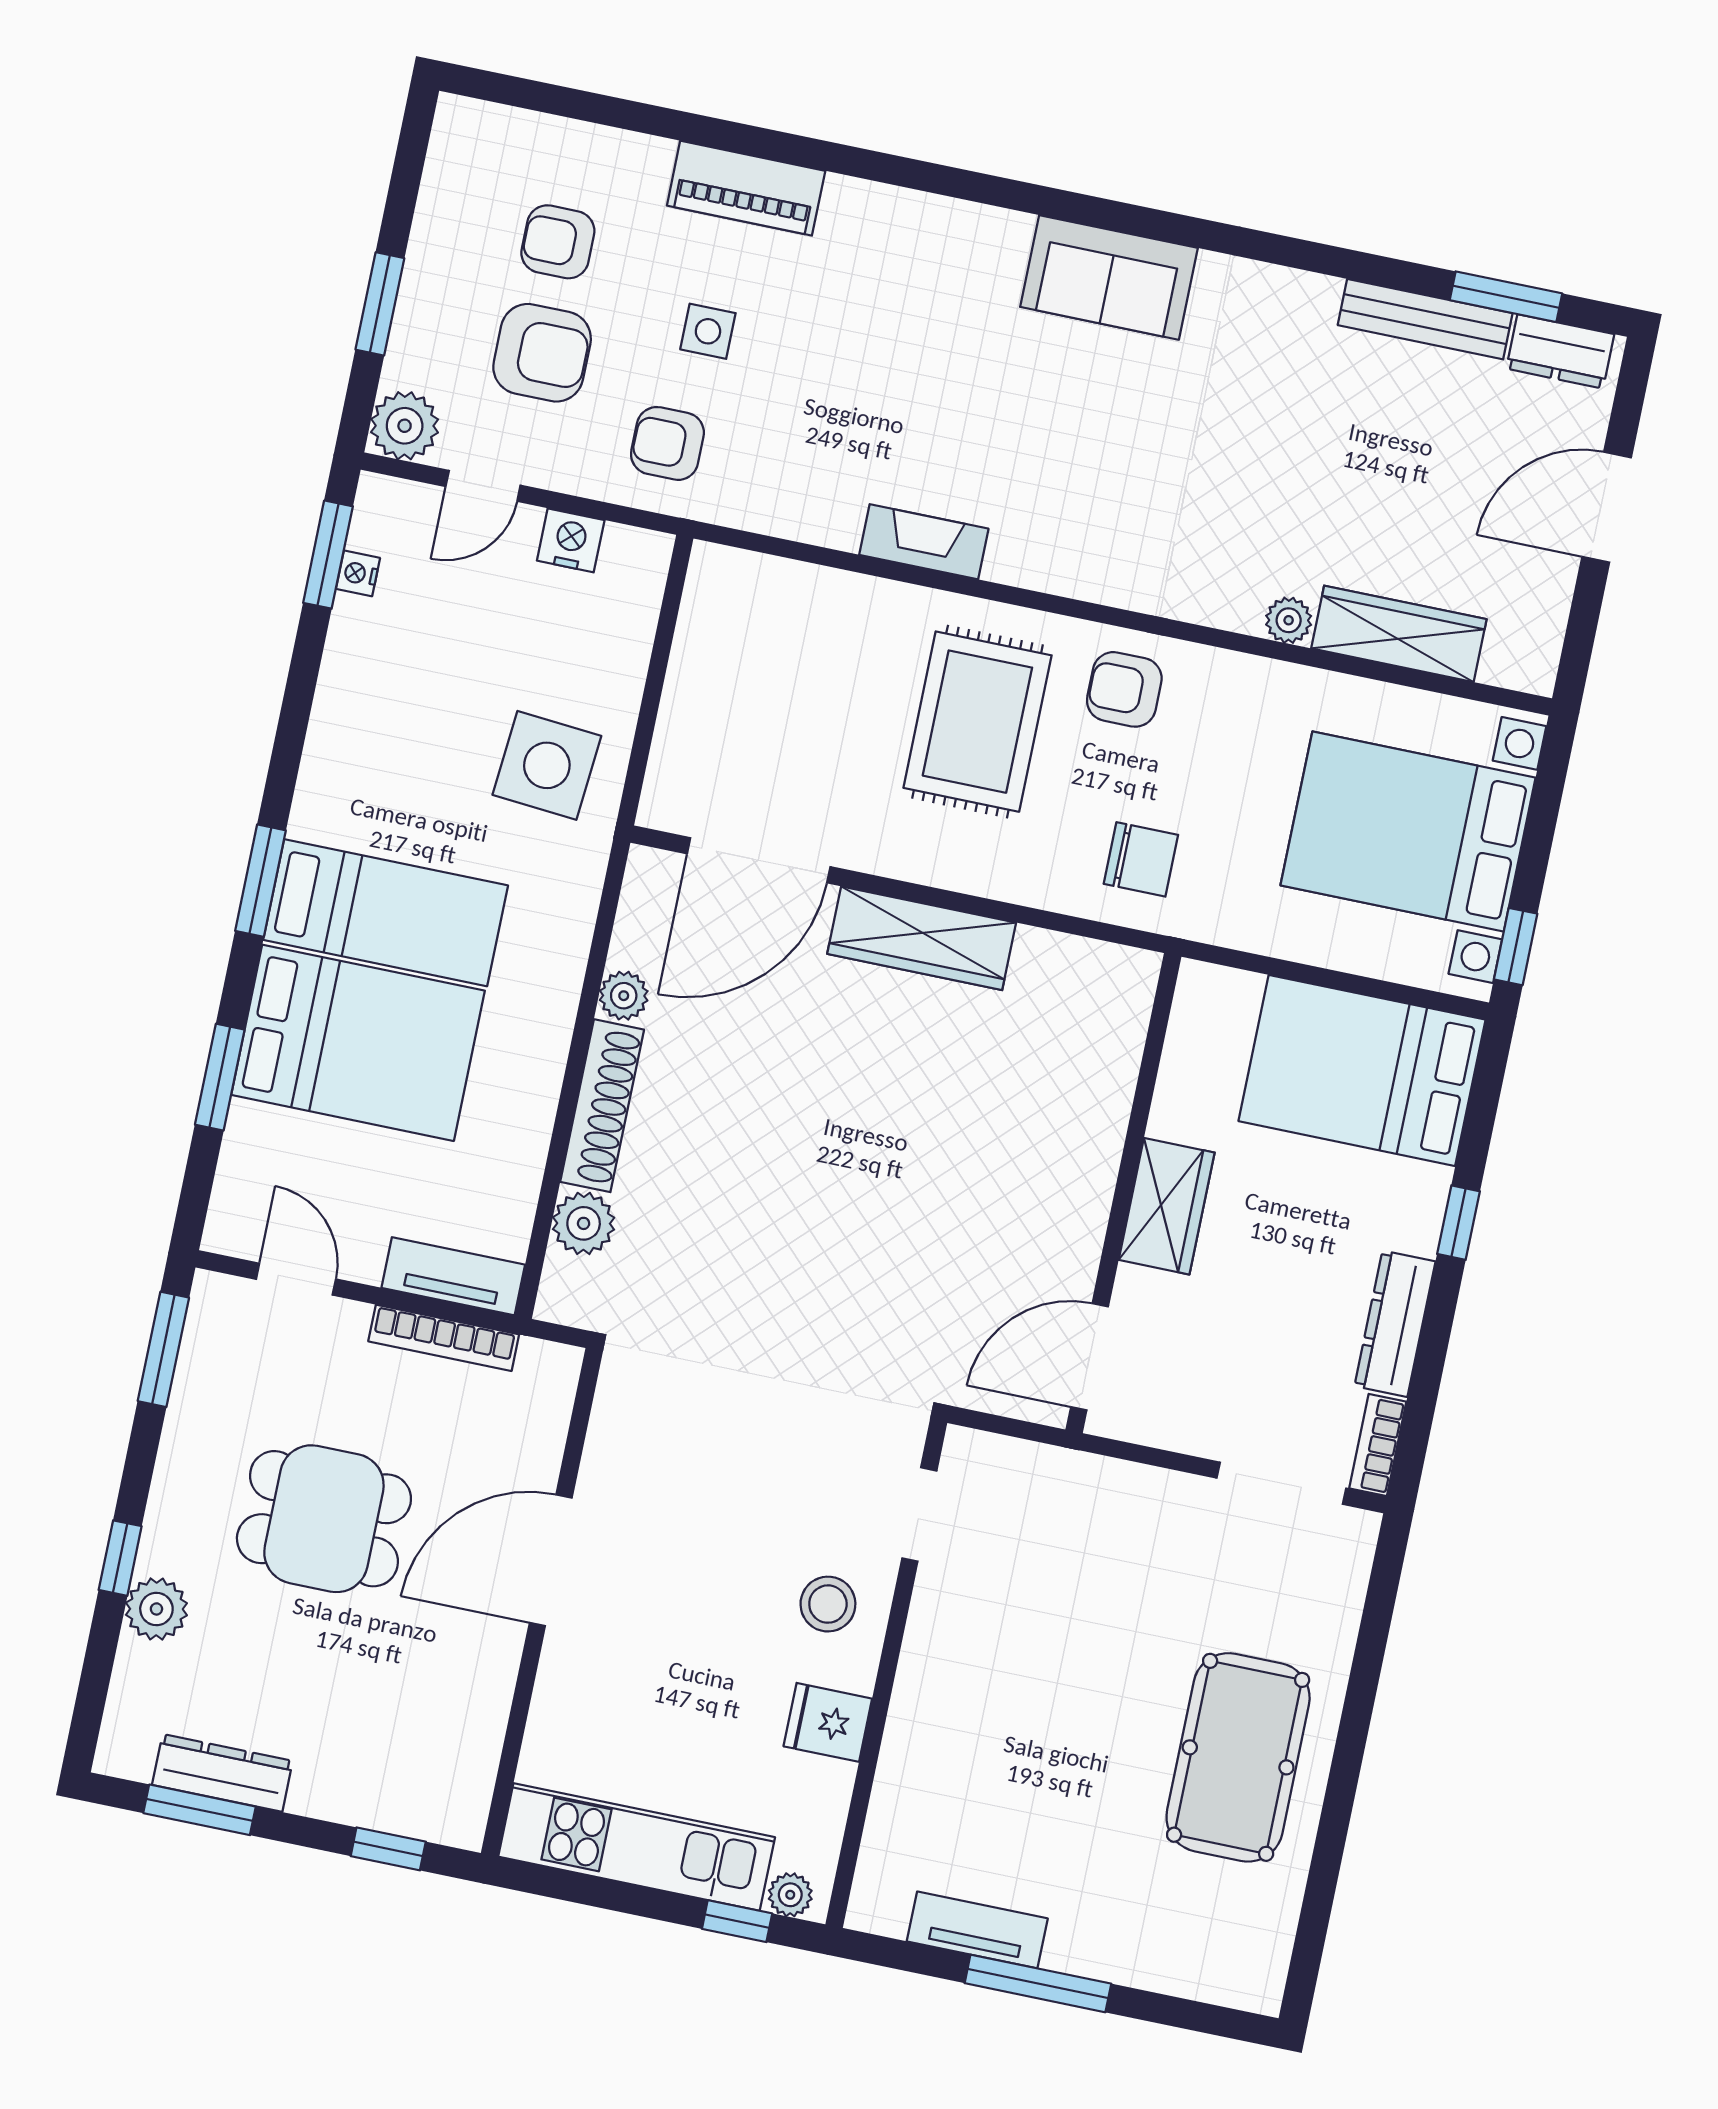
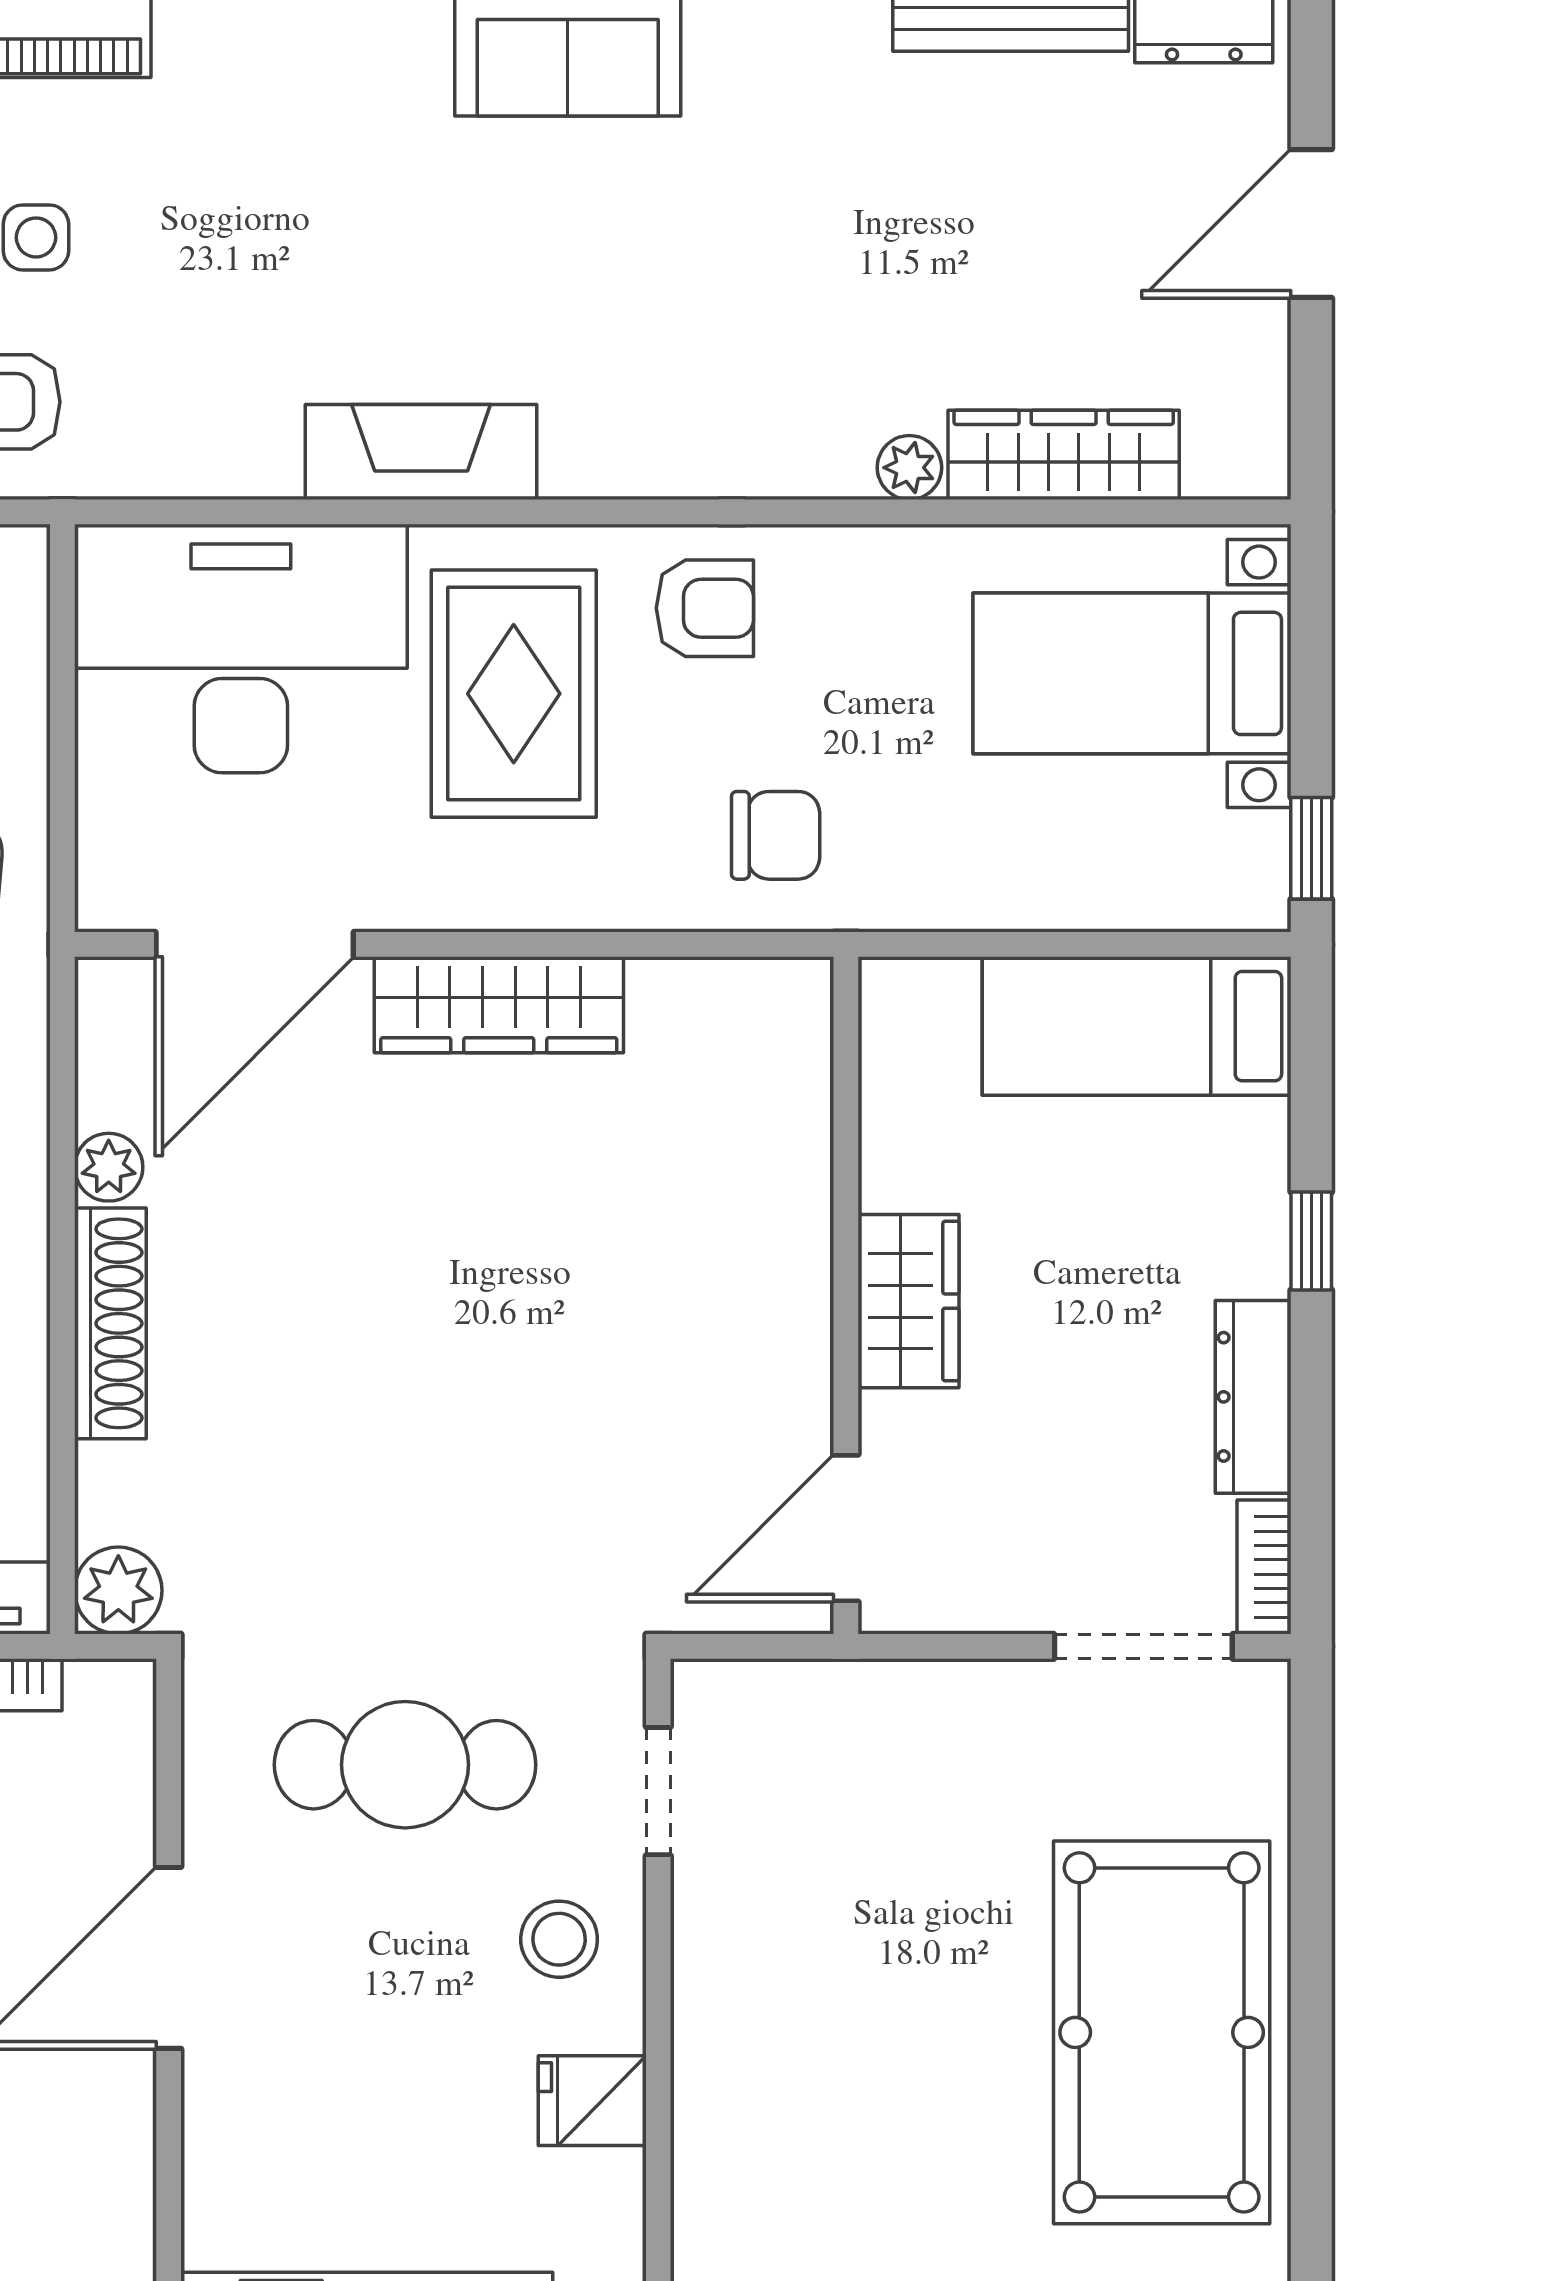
fireplace: (924, 542) -> (421, 452), width x1.37, depth x1.32
desk: (792, 650) -> (241, 649), added
armchair: (1124, 689) -> (705, 608), turned 180
bed with nightstands: (1408, 832) -> (1132, 673), width x0.73
bed: (1362, 1070) -> (1137, 1026), width x0.67
plant: (584, 1223) -> (118, 1591), moved
cafe table: (745, 1459) -> (405, 1765), added
pool table: (1238, 1757) -> (1162, 2032), width x1.36, depth x1.32

